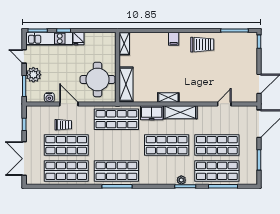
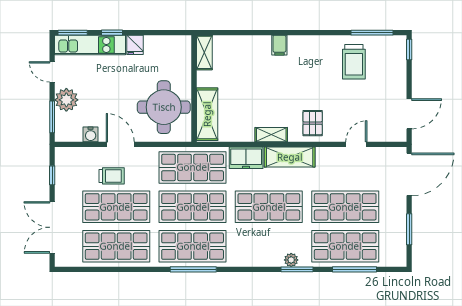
trolley: (202, 45) -> (354, 62), moved, turned 90
pallet: (195, 90) -> (313, 123), added
shop shelf: (116, 145) -> (193, 207), added

